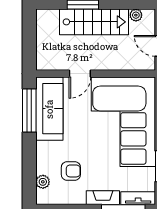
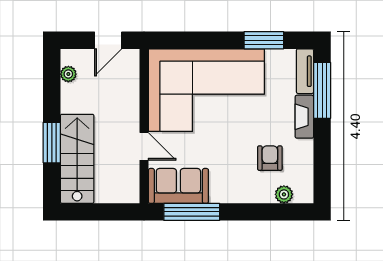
stairs: (94, 22) -> (77, 159), moved
sofa: (49, 109) -> (178, 186), width x0.73

